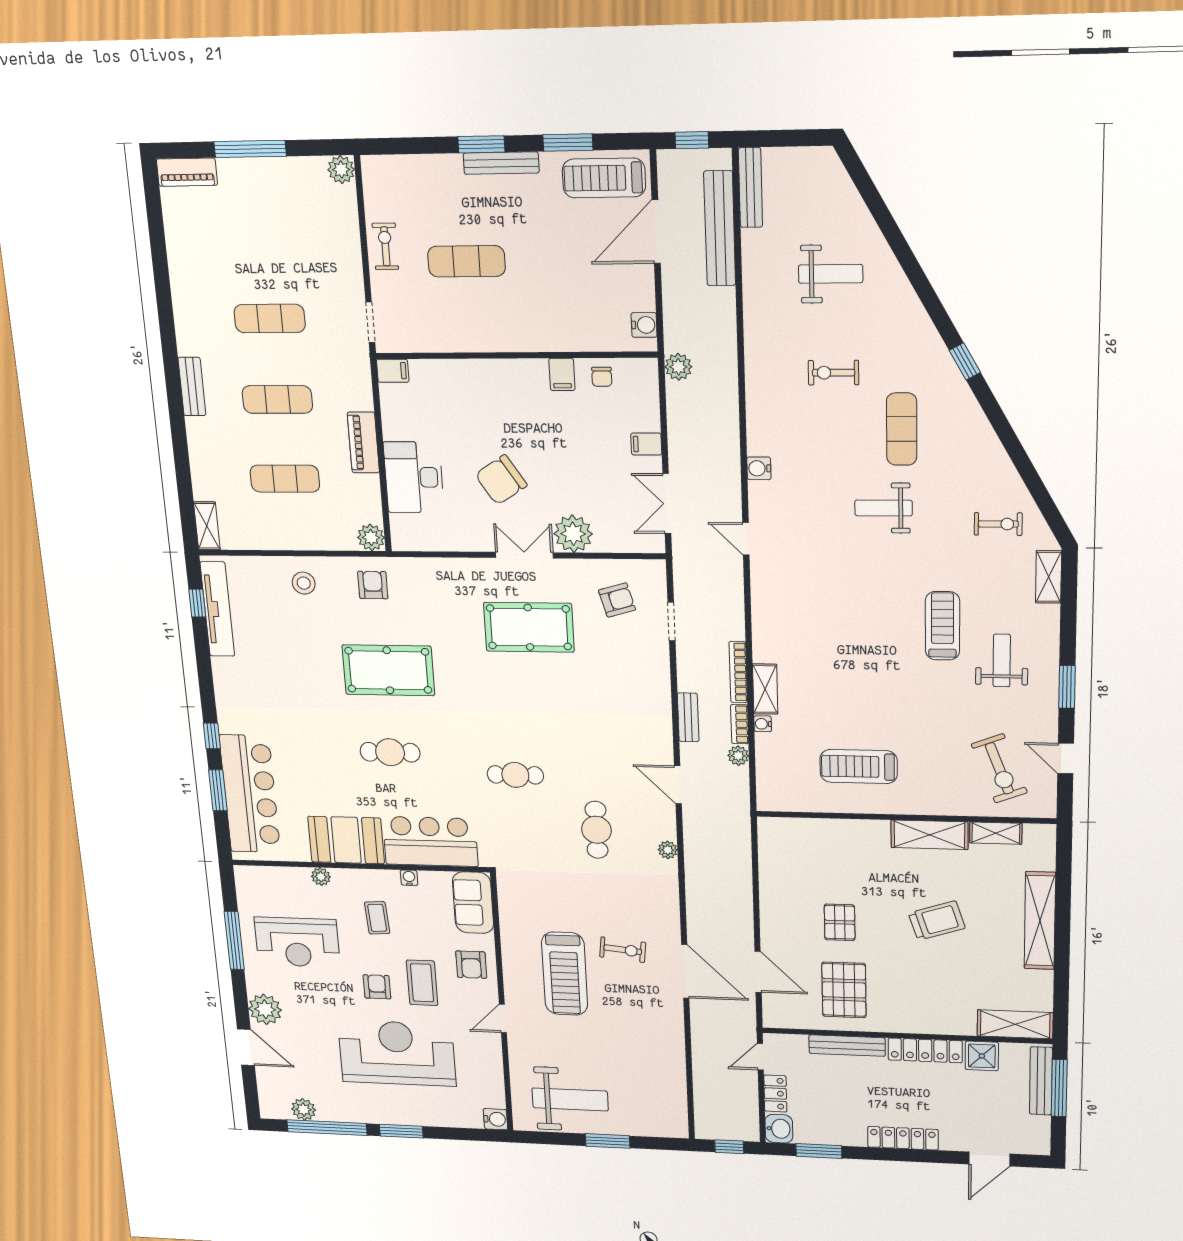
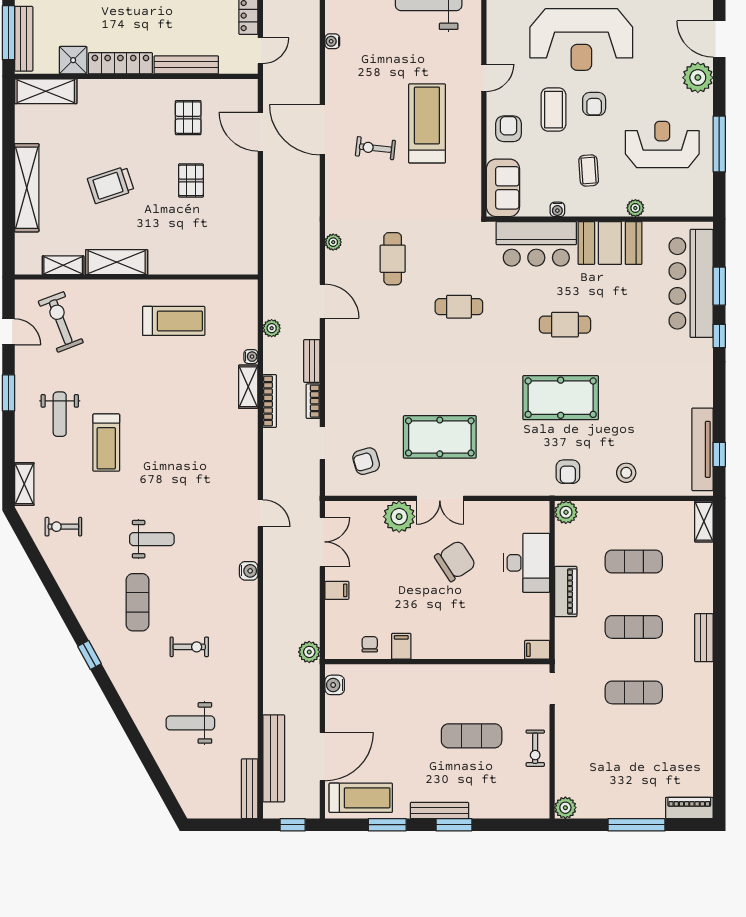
bookcase: (740, 724) -> (313, 401), moved, turned 180
pallet: (844, 990) -> (188, 118), width x0.67, depth x0.71
water cooler: (678, 1063) -> (332, 41), added

